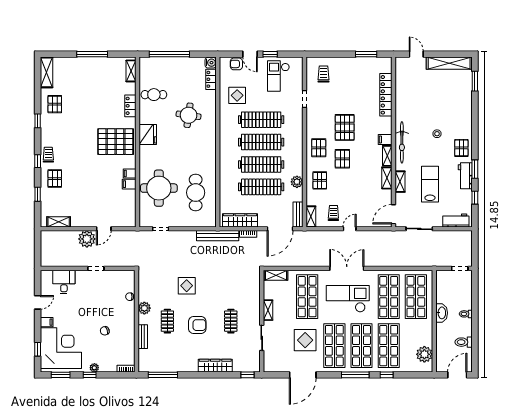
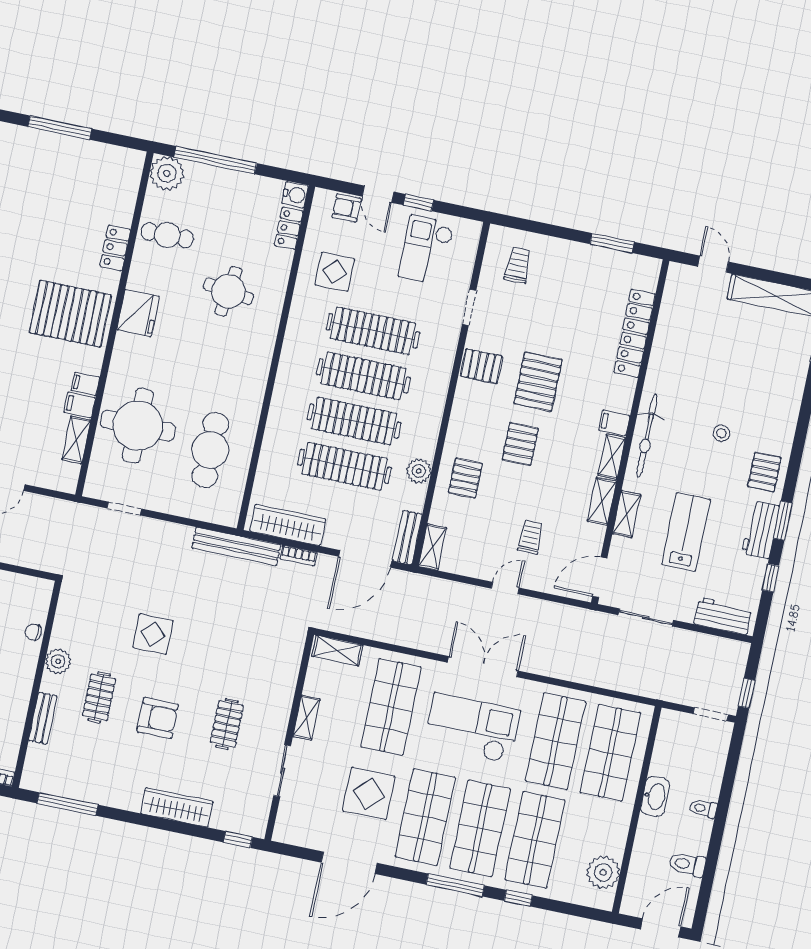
plant: (148, 65) -> (167, 173), added
shelving: (131, 71) -> (76, 440), moved
pallet: (319, 148) -> (481, 366), moved, turned 90
trolley: (333, 213) -> (531, 537), moved
window: (475, 255) -> (747, 693), added

